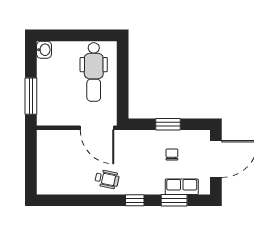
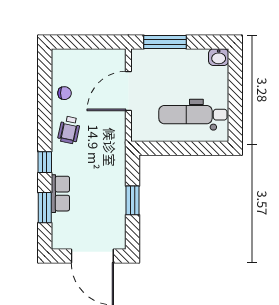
door: (97, 128) -> (128, 91), moved
chair: (172, 154) -> (64, 93), moved
row of seats: (182, 187) -> (60, 194), moved

